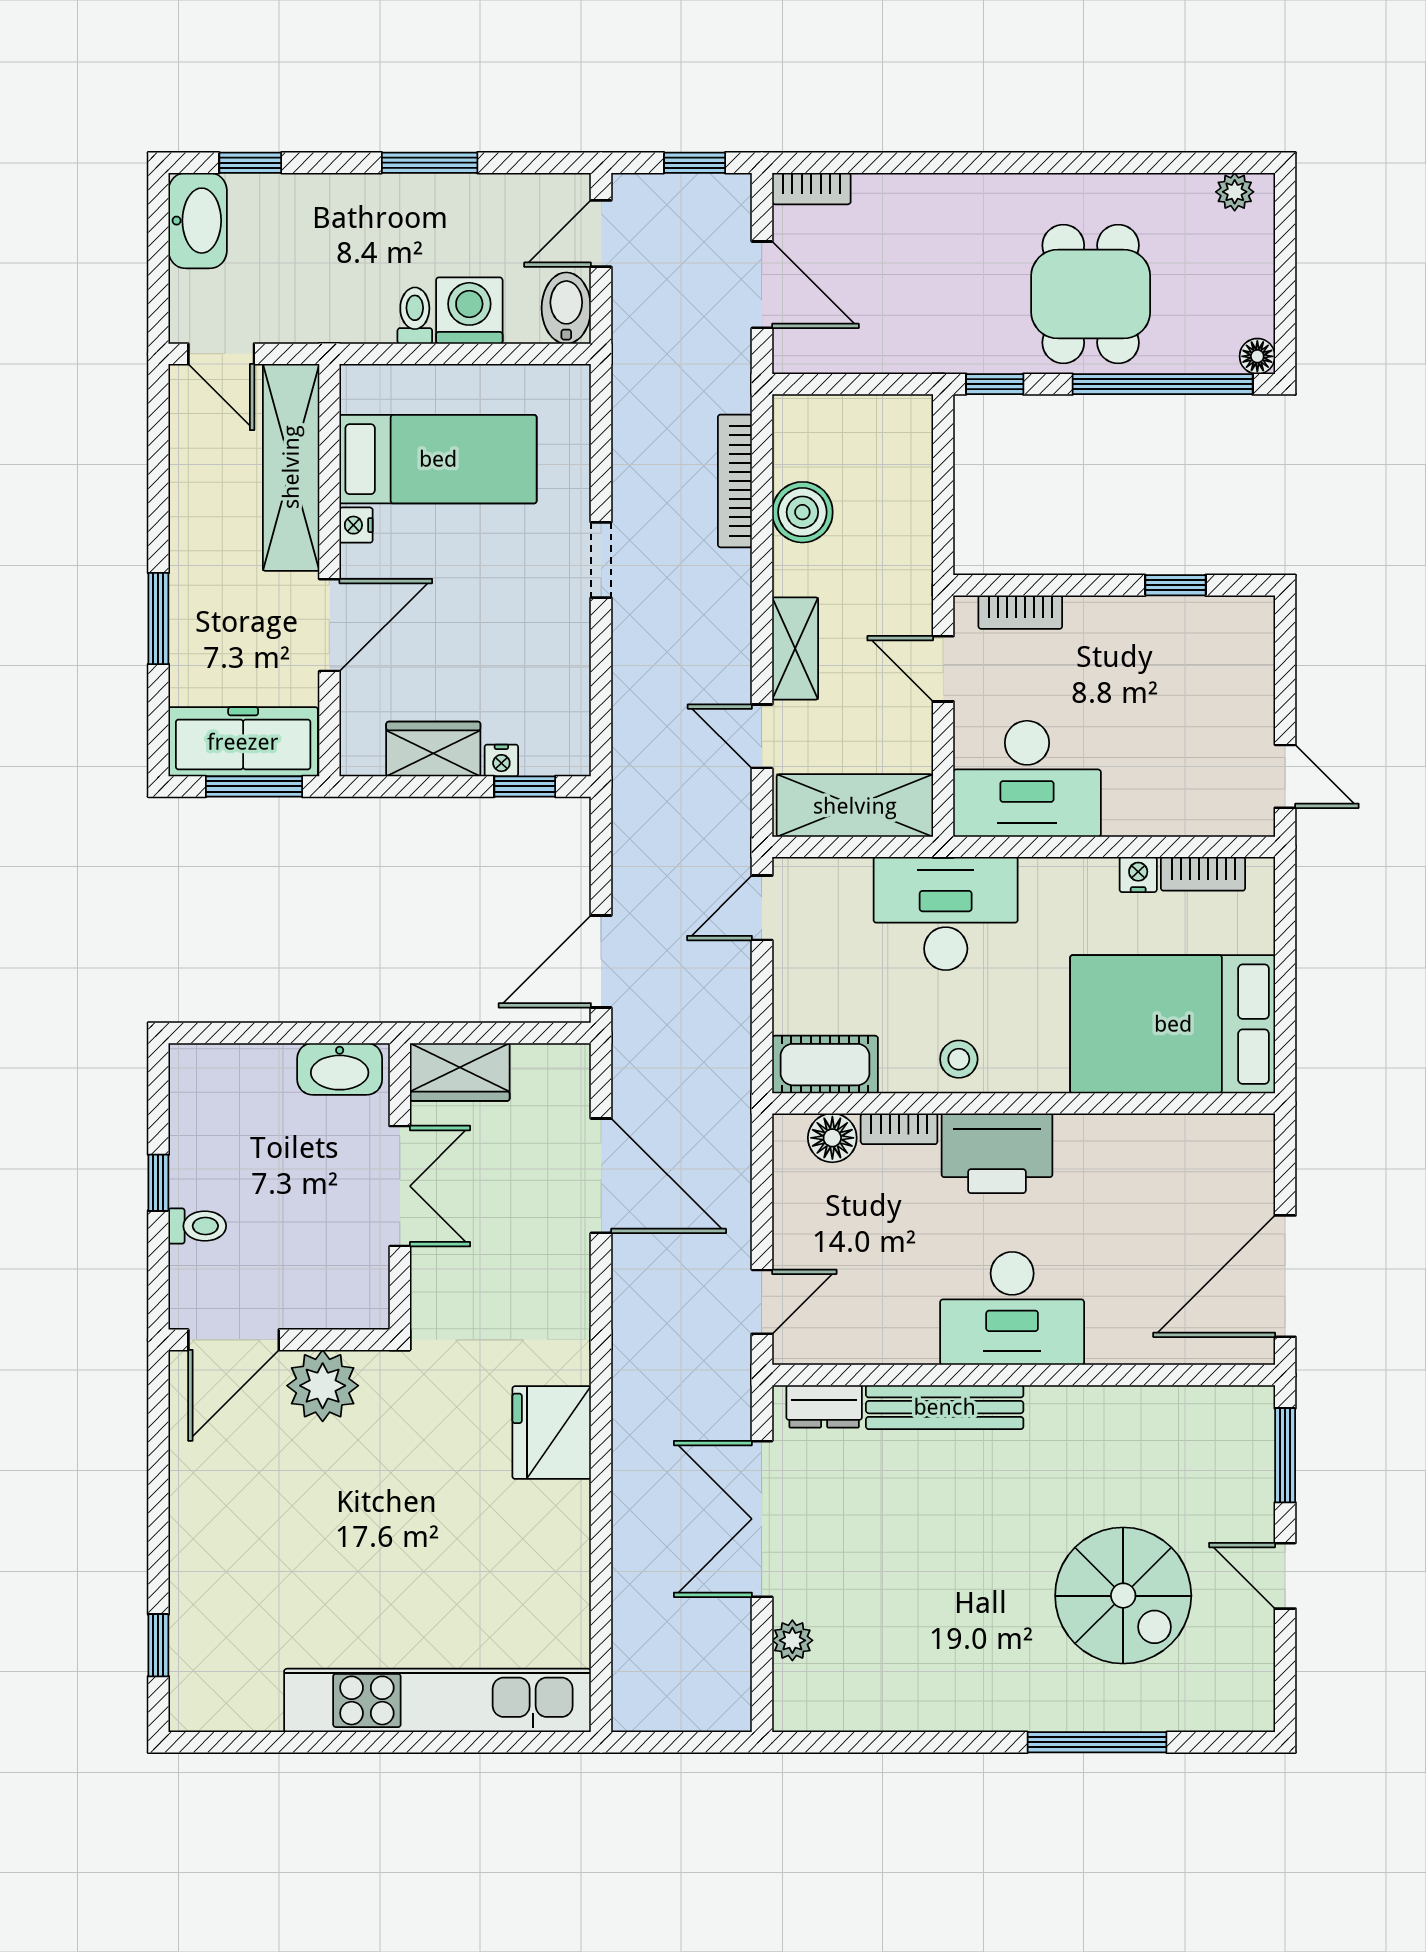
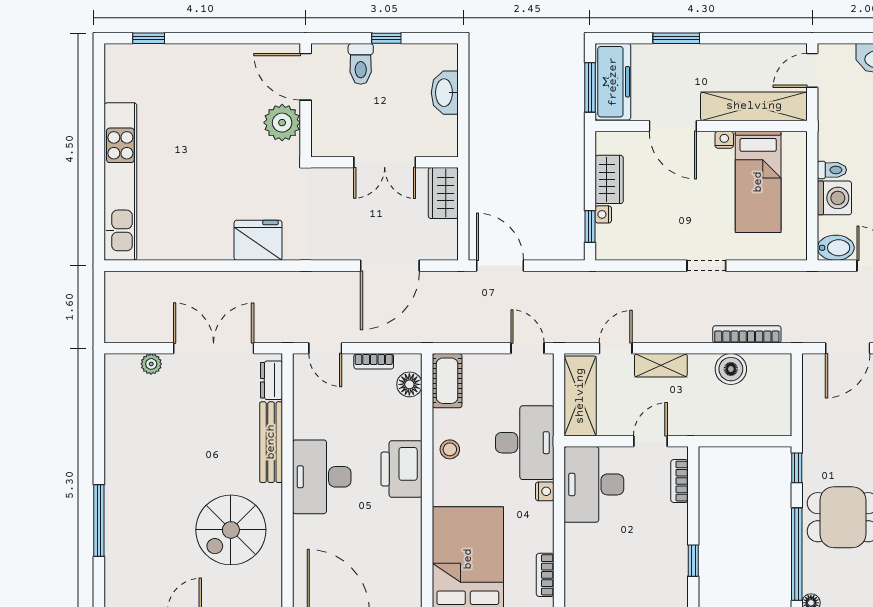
nightstand: (1138, 874) -> (545, 491), moved
washbasin: (340, 1069) -> (445, 93), moved
bookcase: (899, 1129) -> (374, 361), moved, turned -90
toilet: (197, 1226) -> (361, 64), width x1.37, depth x1.39
spiral stairs: (1123, 1596) -> (231, 530), moved

